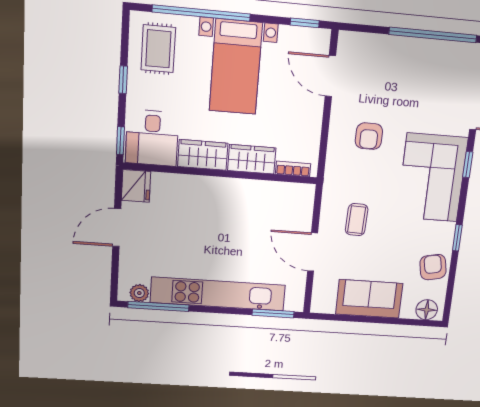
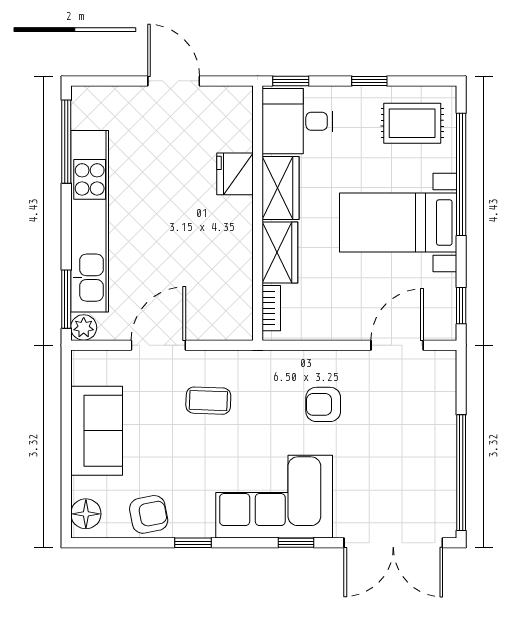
fridge: (136, 186) -> (235, 174), moved, turned 90
plant: (139, 293) -> (84, 327), moved

